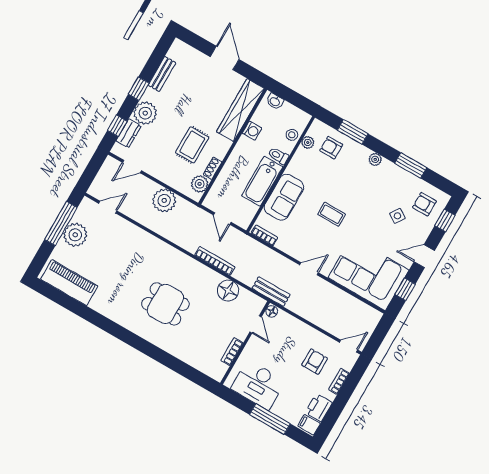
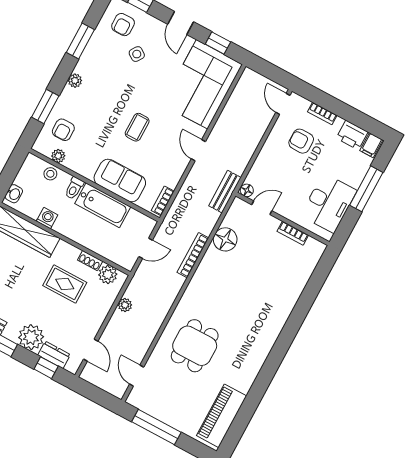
plant: (164, 200) -> (125, 305), width x0.53, depth x0.53
plant: (75, 235) -> (168, 411), removed
dining table: (165, 304) -> (195, 346), moved

